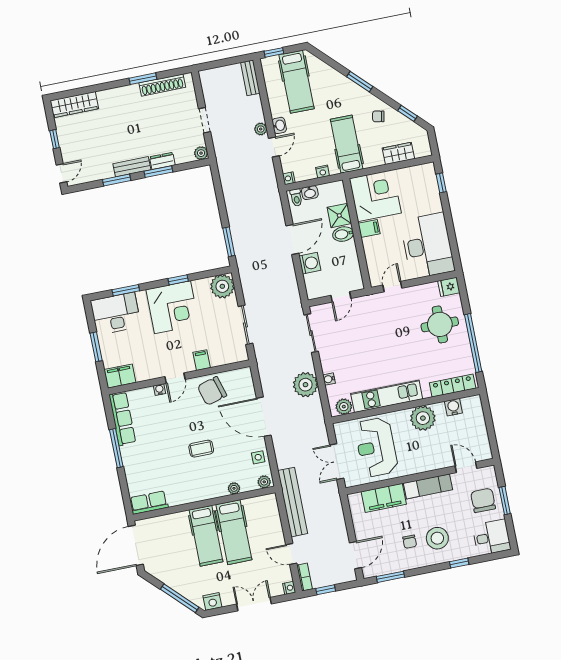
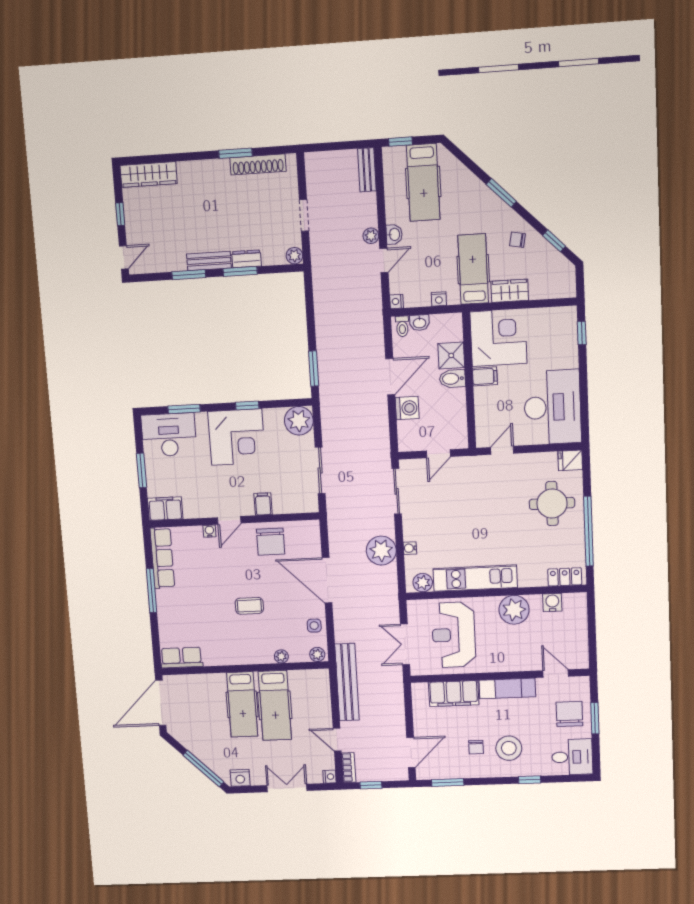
wardrobe: (398, 153) -> (510, 291), moved
locker: (453, 386) -> (565, 577), width x0.66
chair: (212, 391) -> (271, 542), turned -74

